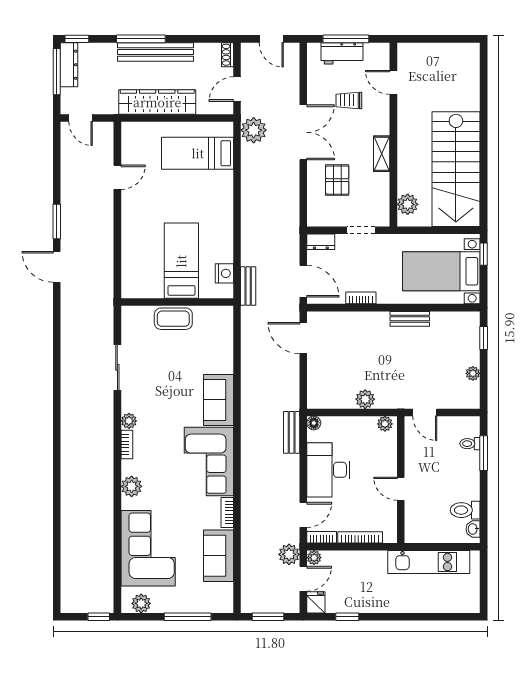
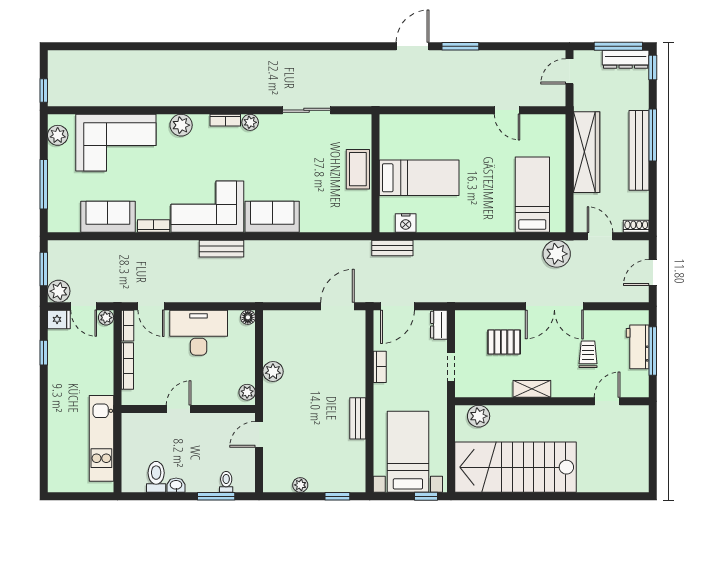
bench: (292, 432) -> (222, 249), moved
washbasin: (473, 529) -> (176, 485), moved
plant: (289, 554) -> (59, 291), moved

